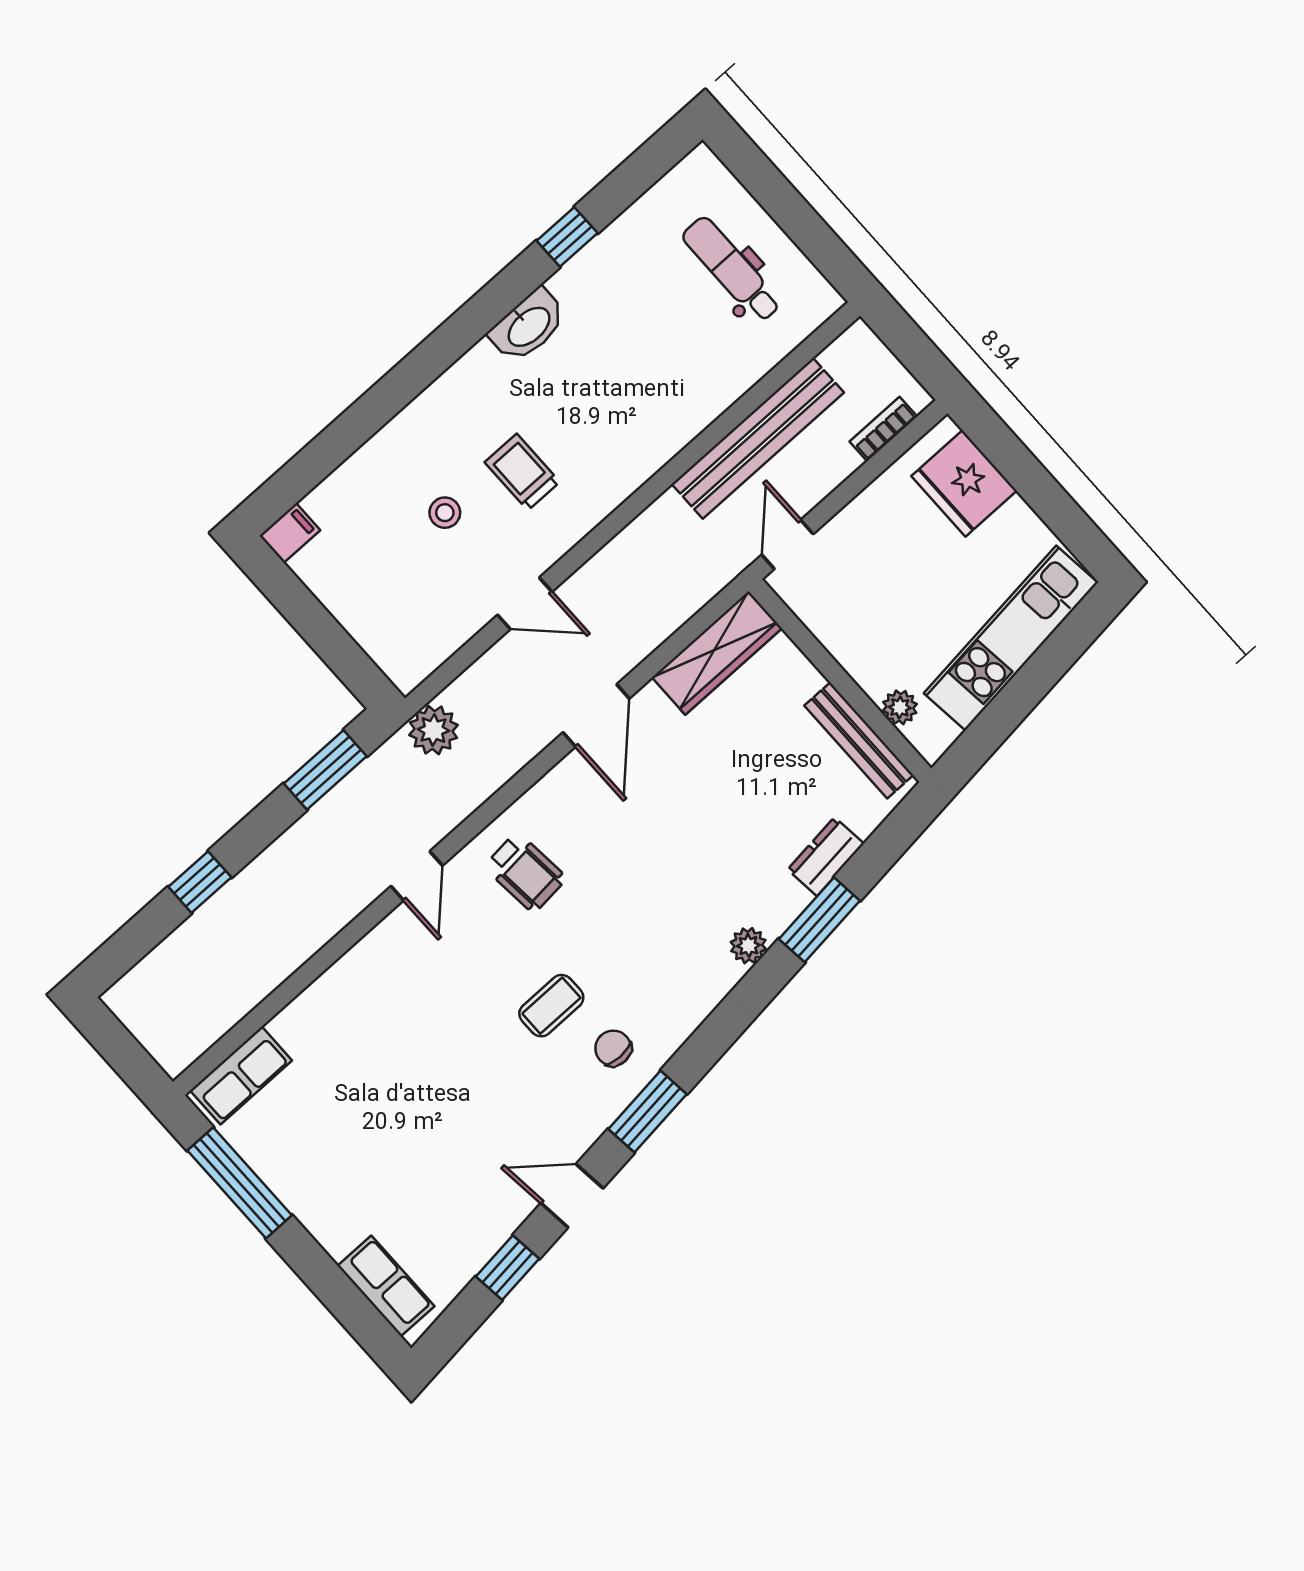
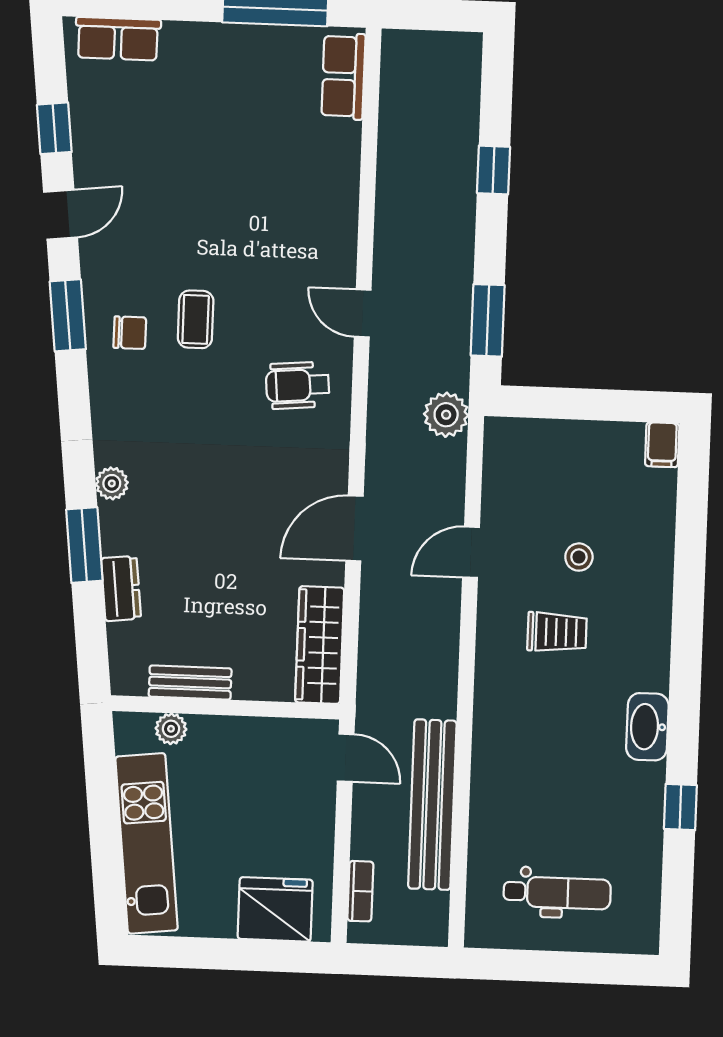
door: (596, 716) -> (354, 528), hinge flipped
bench: (859, 740) -> (190, 683), width x0.73

